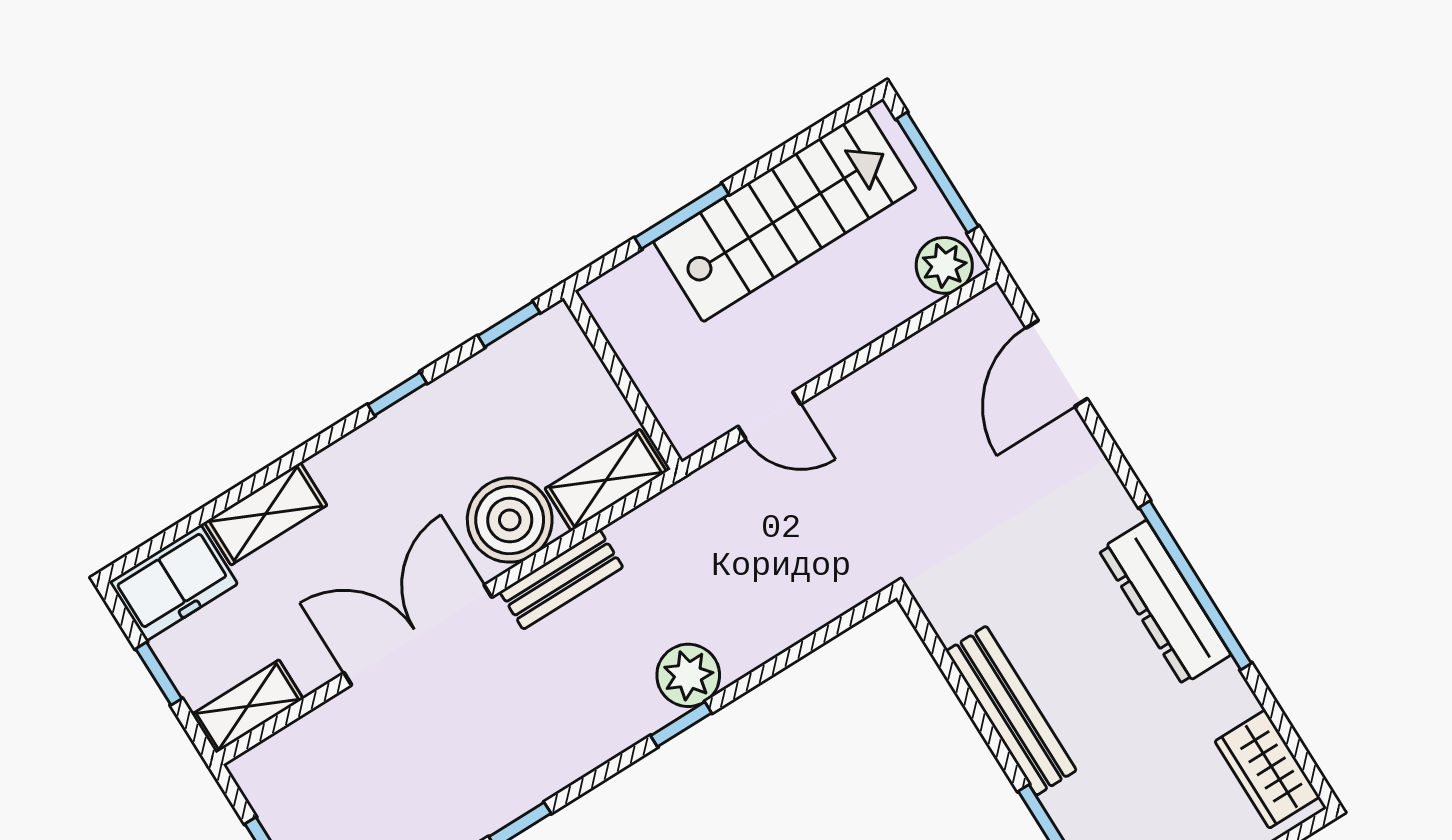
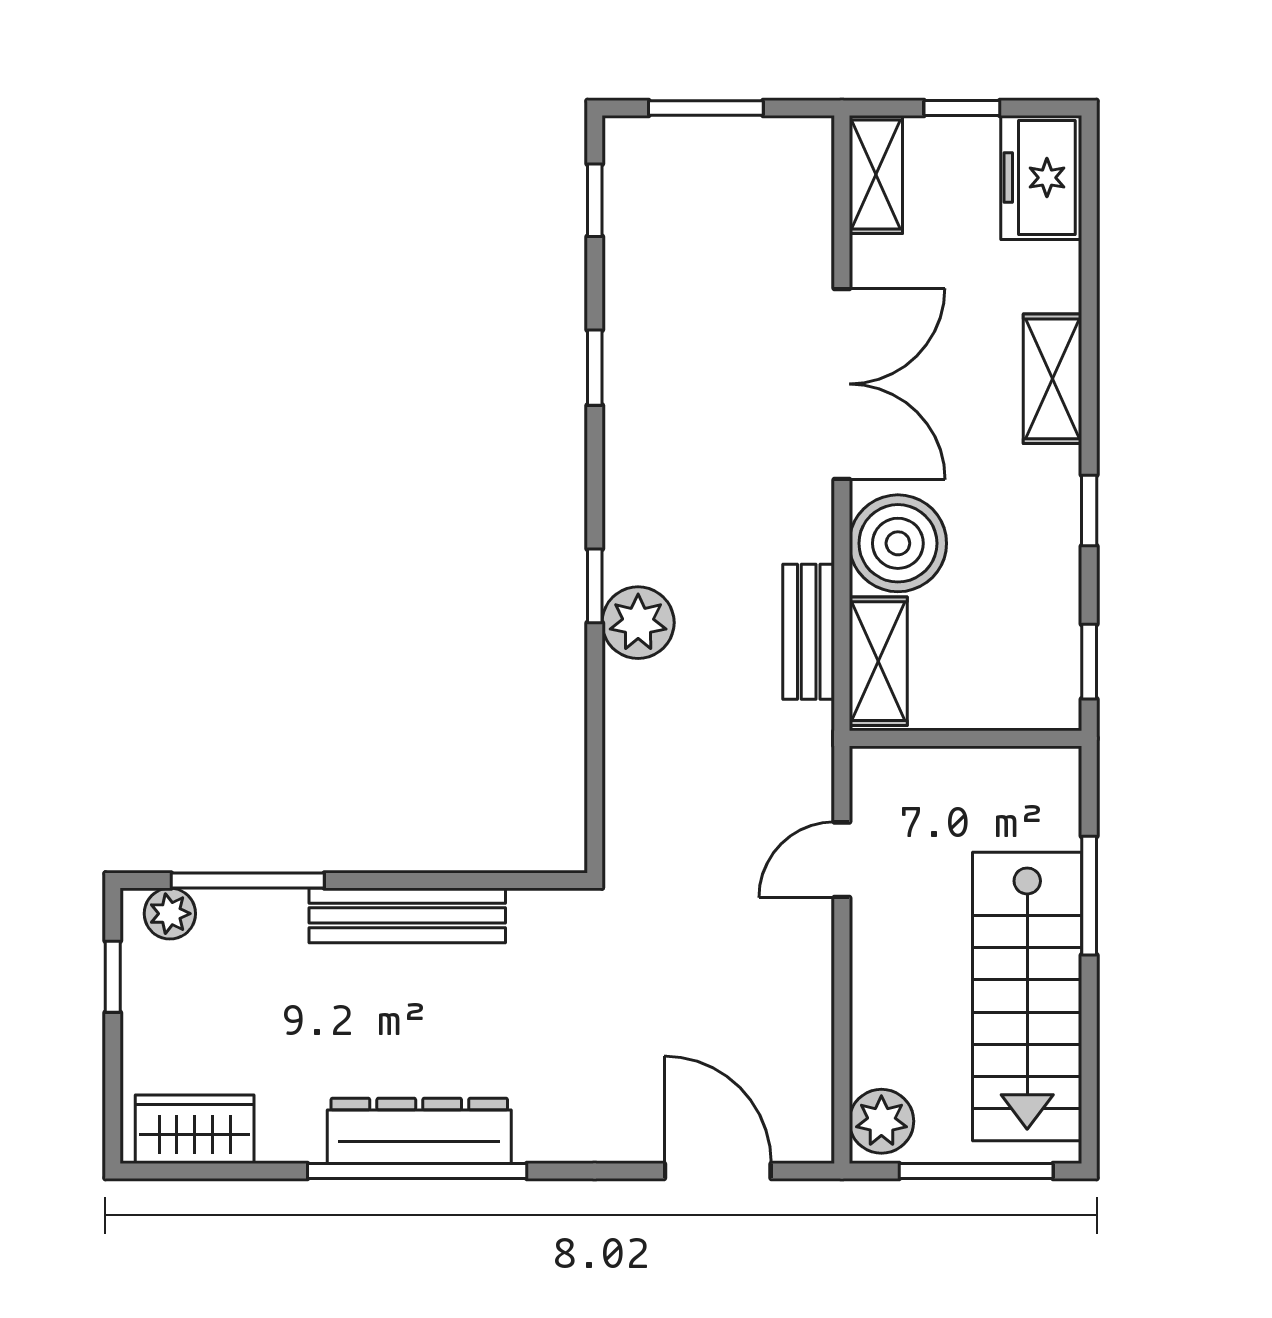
shelving: (266, 514) -> (1052, 379), moved
bench: (561, 579) -> (809, 632), moved

